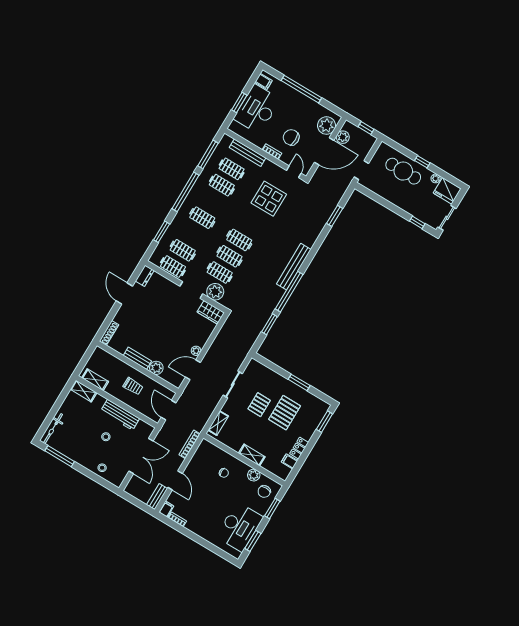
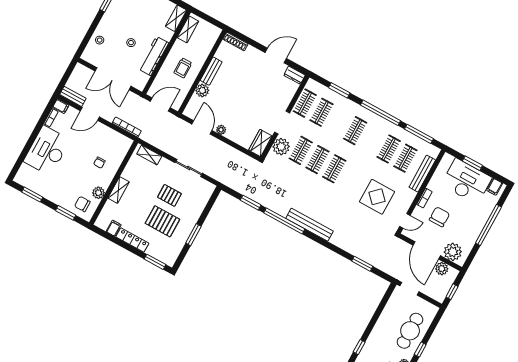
locker: (299, 448) -> (132, 240), width x1.53
desk: (240, 527) -> (47, 151), moved, turned 90

